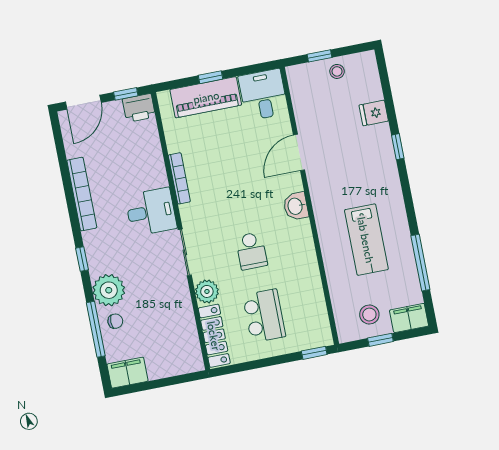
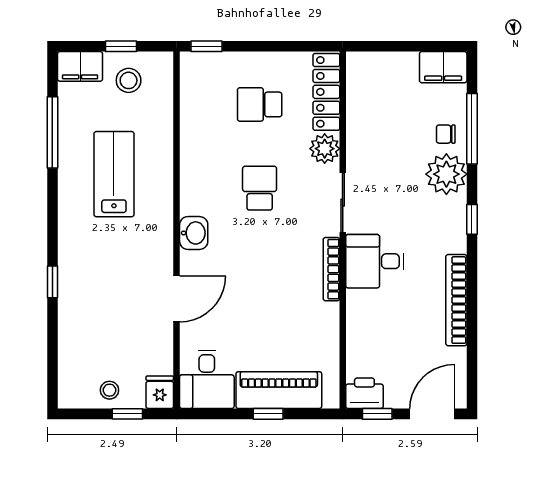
fridge: (374, 113) -> (160, 392), moved, turned -90
bookcase: (179, 178) -> (331, 269), moved
school desk: (264, 316) -> (260, 104), width x0.54

